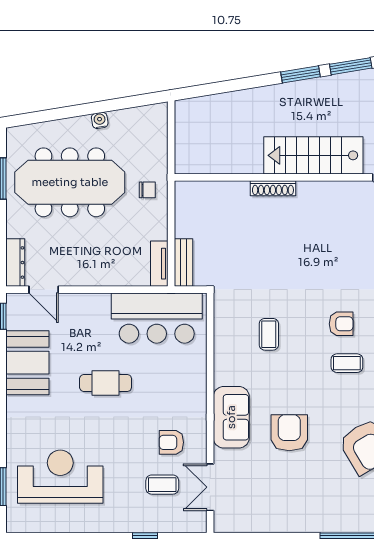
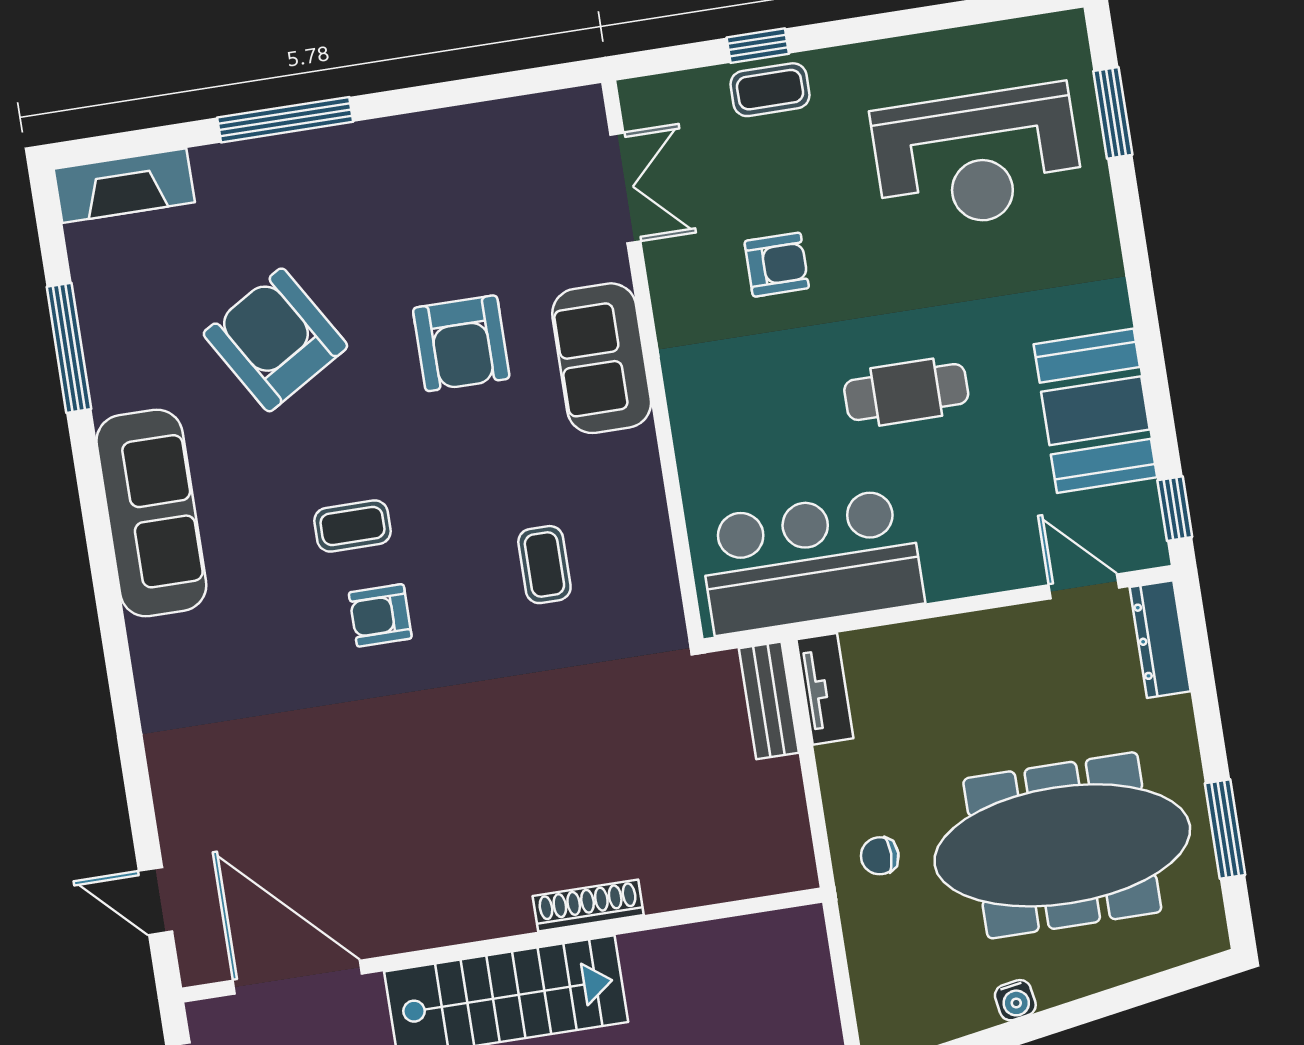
armchair: (171, 442) -> (777, 265), moved
coffee table: (162, 485) -> (770, 90), moved

